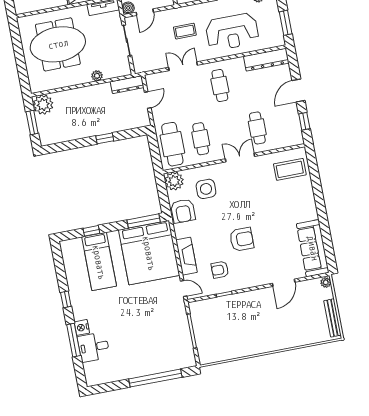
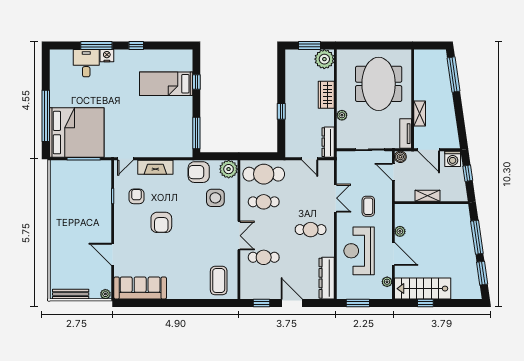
wardrobe: (79, 96) -> (326, 95), added
bed: (149, 253) -> (77, 133), moved, turned 180

